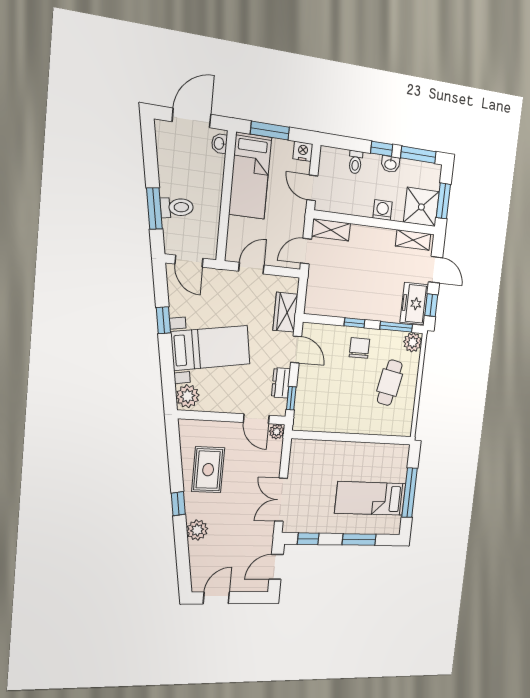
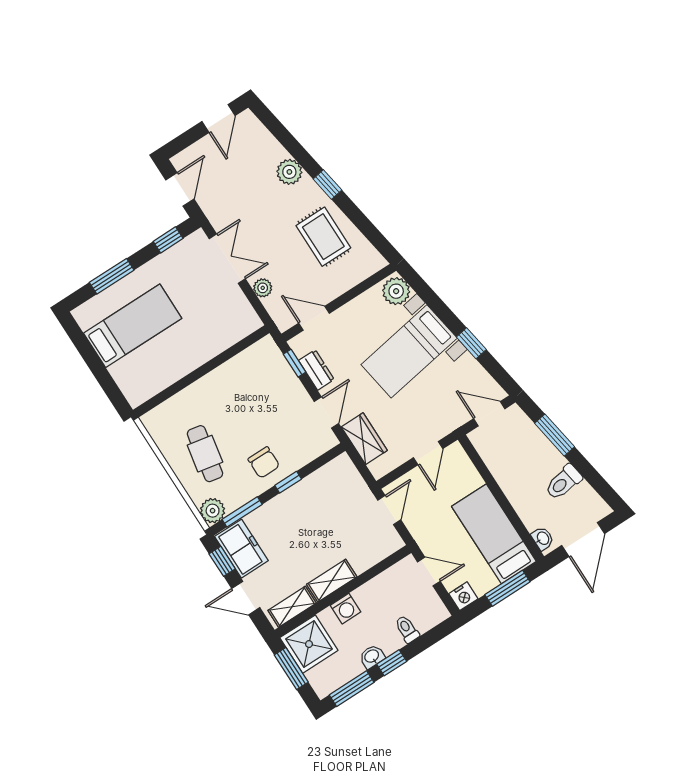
toilet: (177, 207) -> (563, 482), moved
shelving: (331, 230) -> (332, 581), moved
door: (296, 349) -> (326, 412), swing flipped
plant: (277, 432) -> (263, 288), moved
window: (410, 493) -> (94, 362), removed

